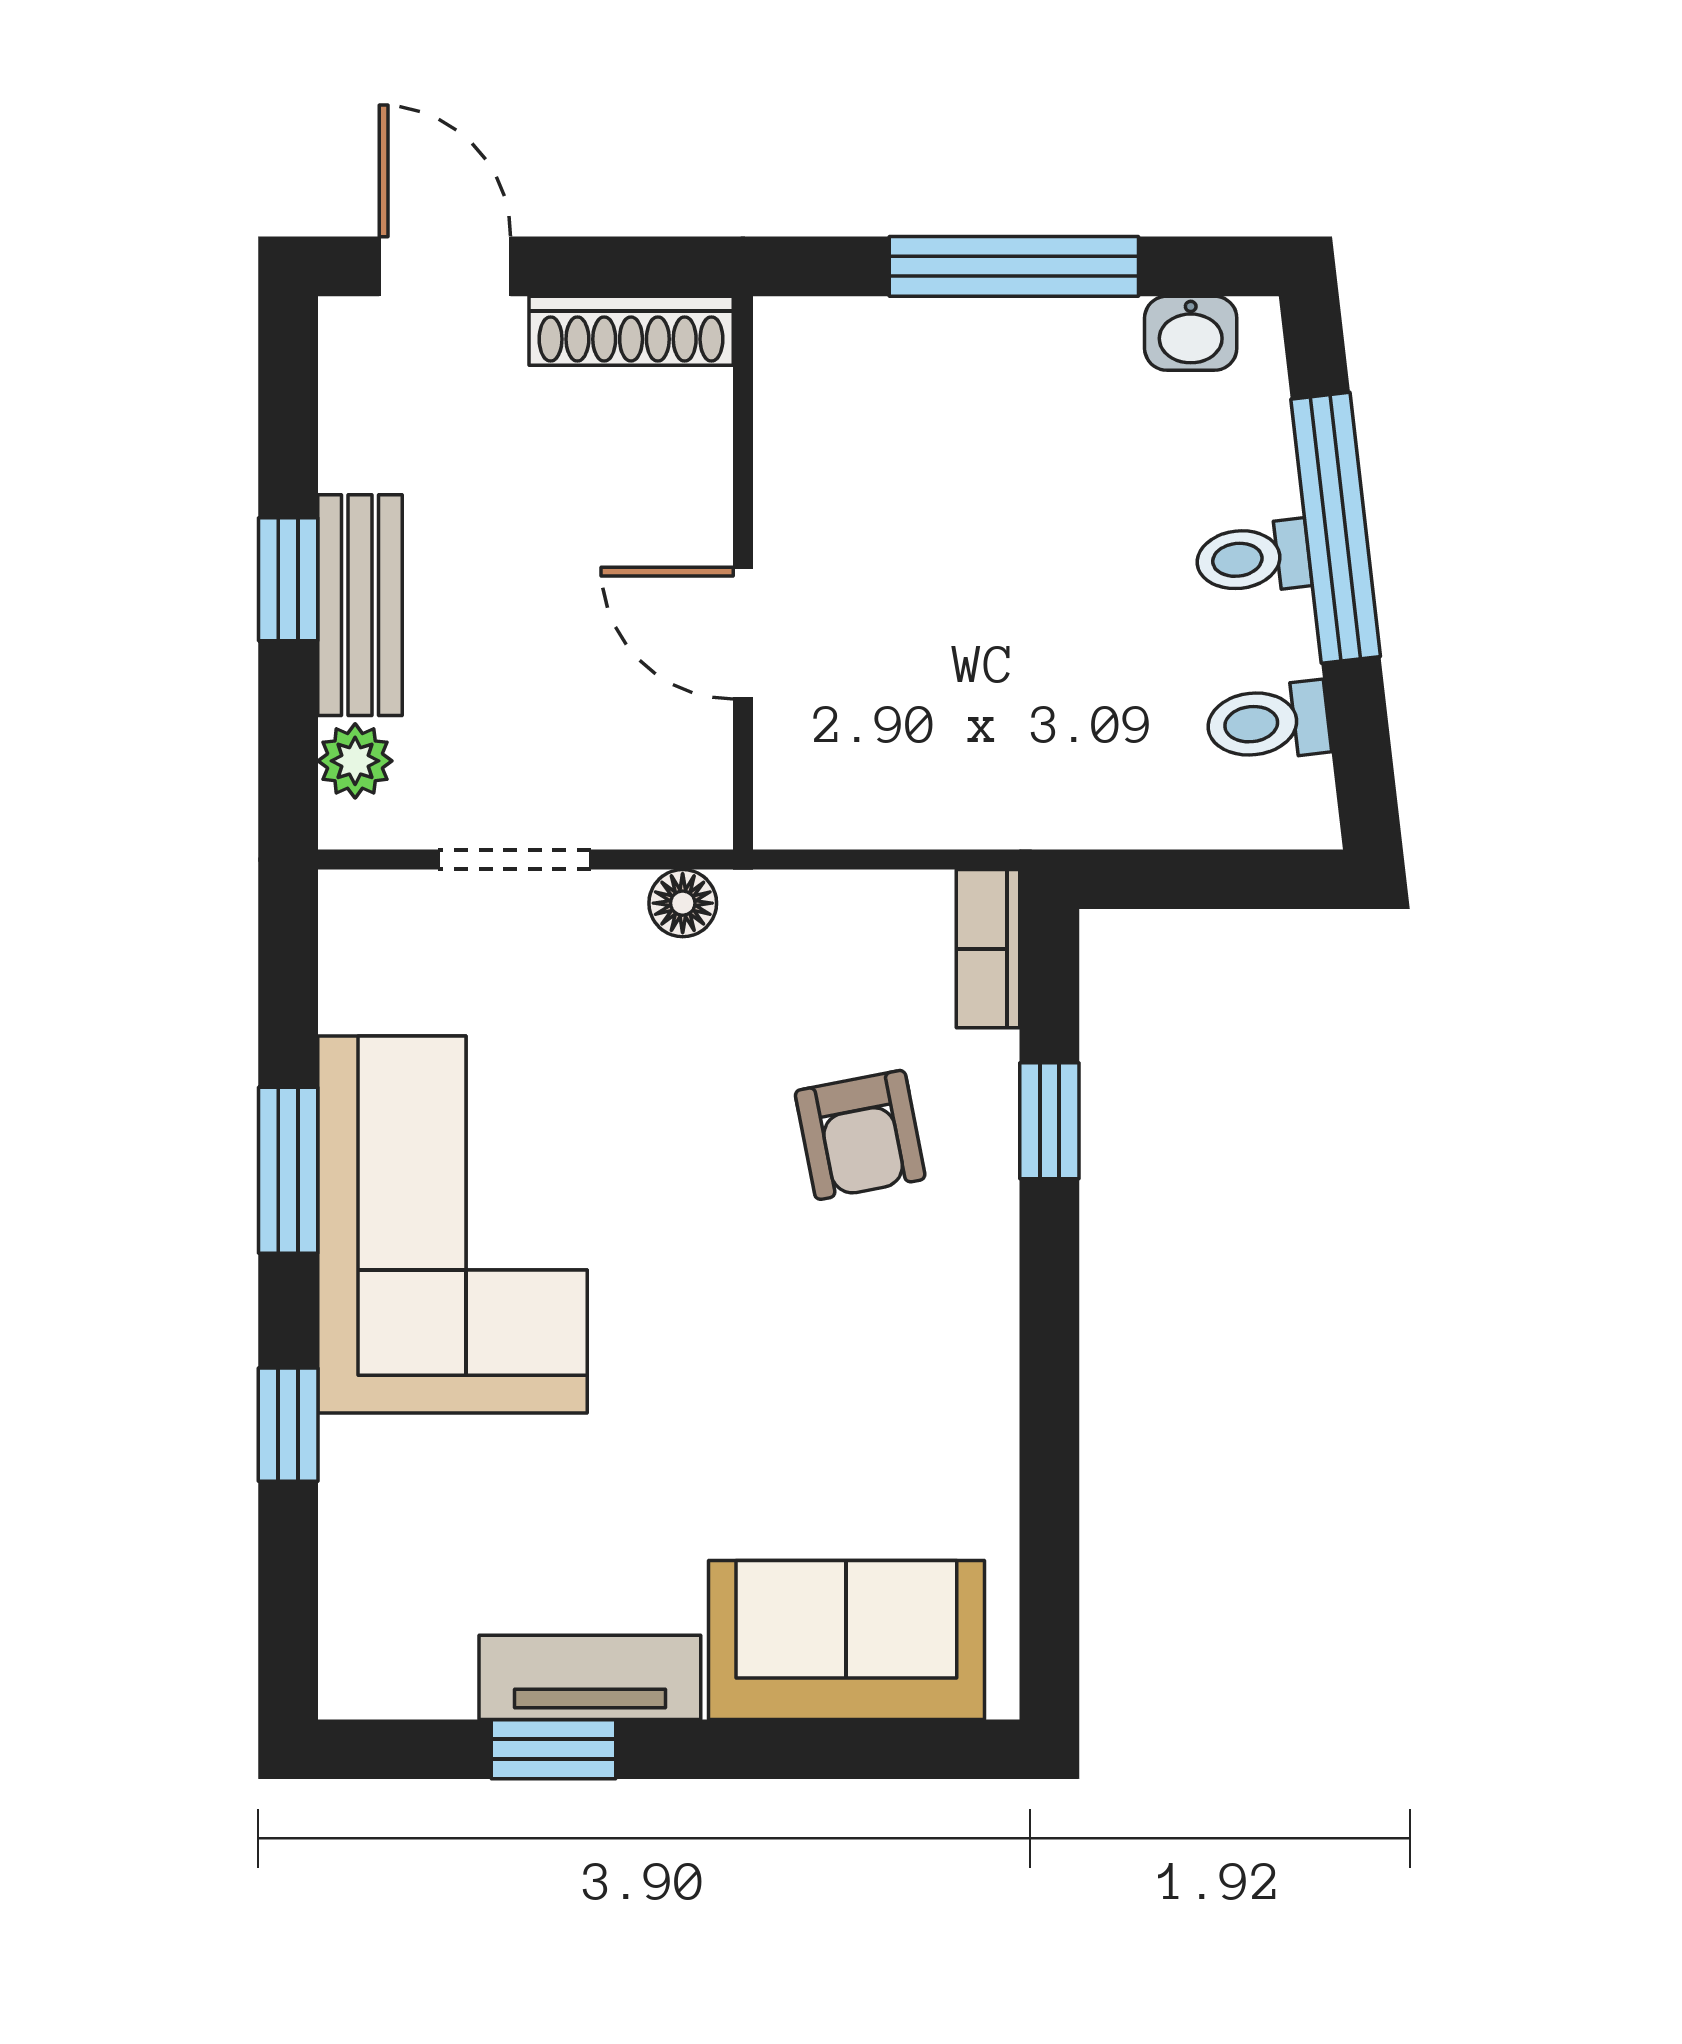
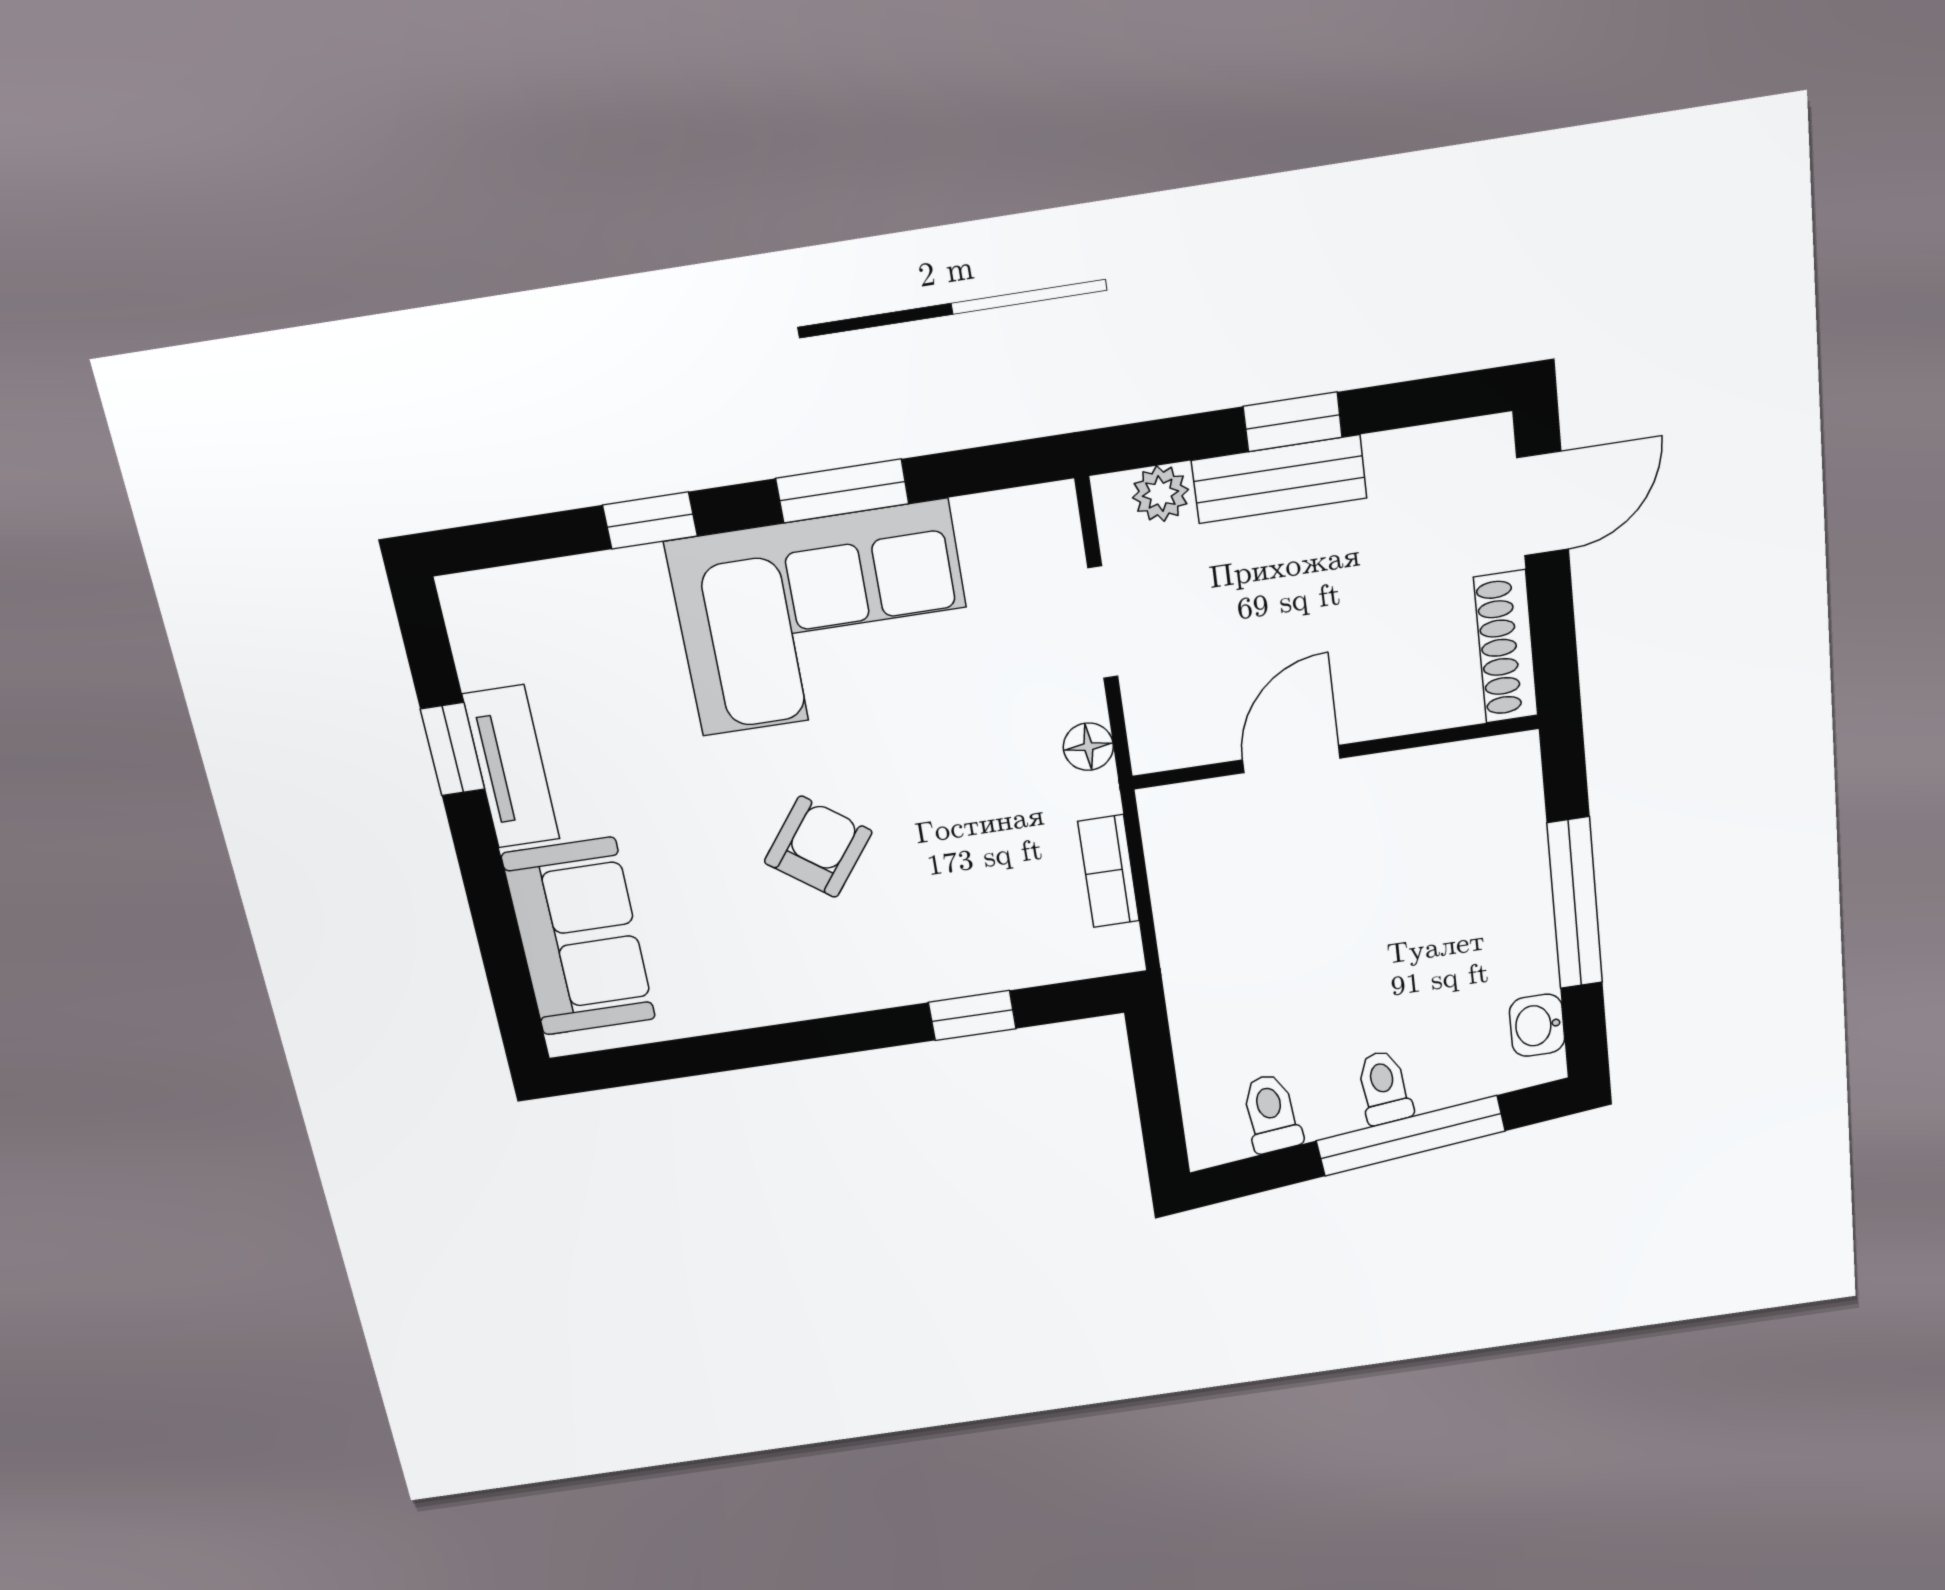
bookcase: (988, 949) -> (1109, 871), moved, turned -90
armchair: (860, 1135) -> (818, 847), moved, turned 138

